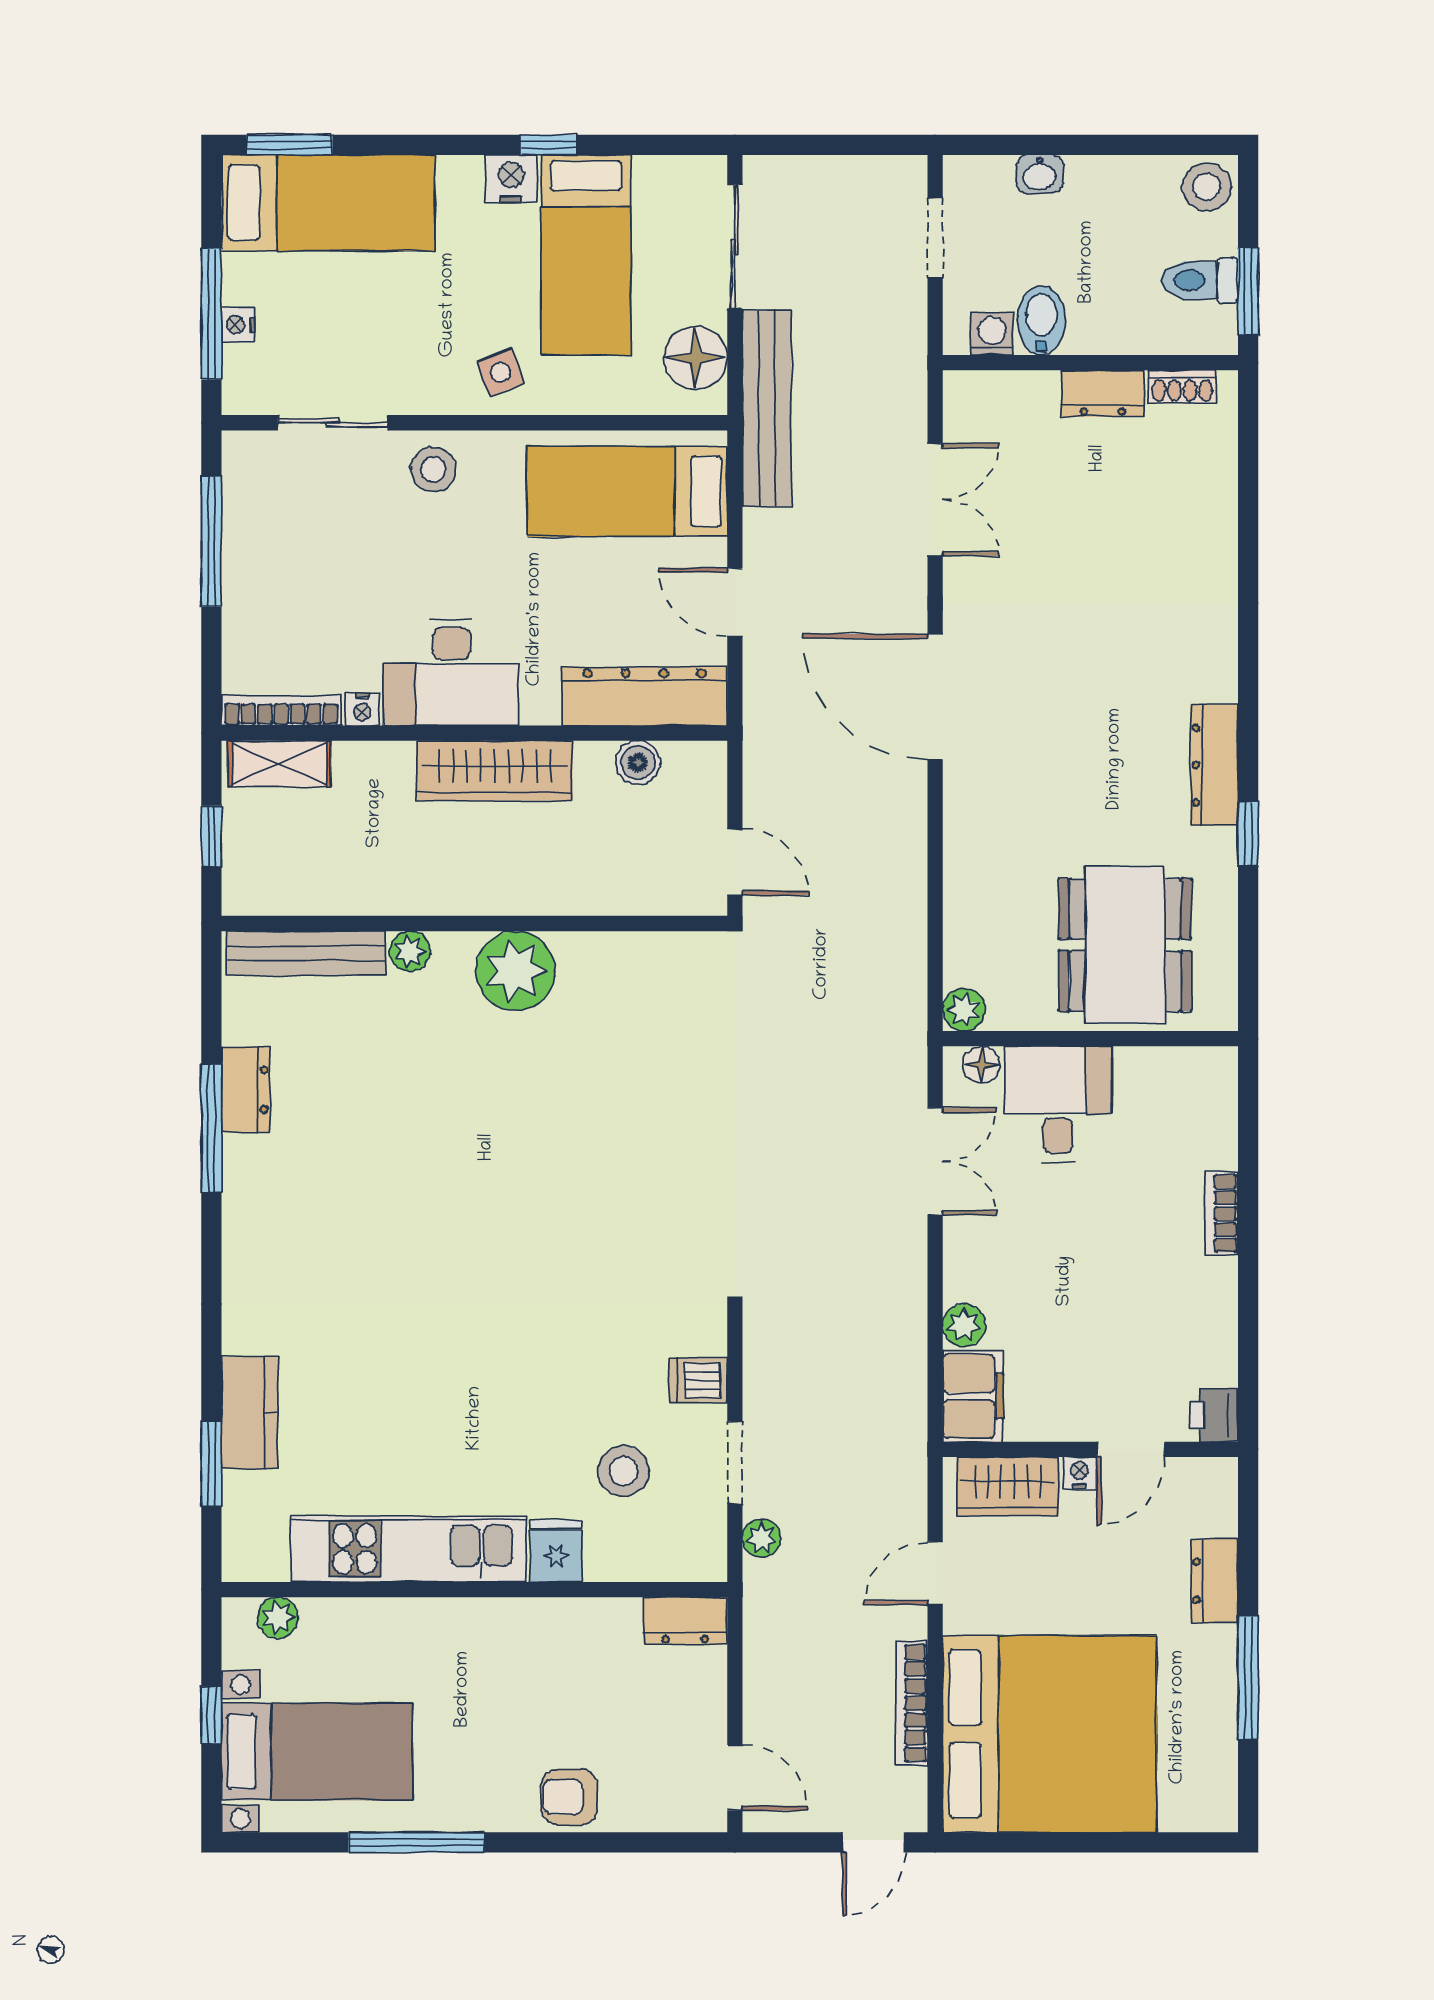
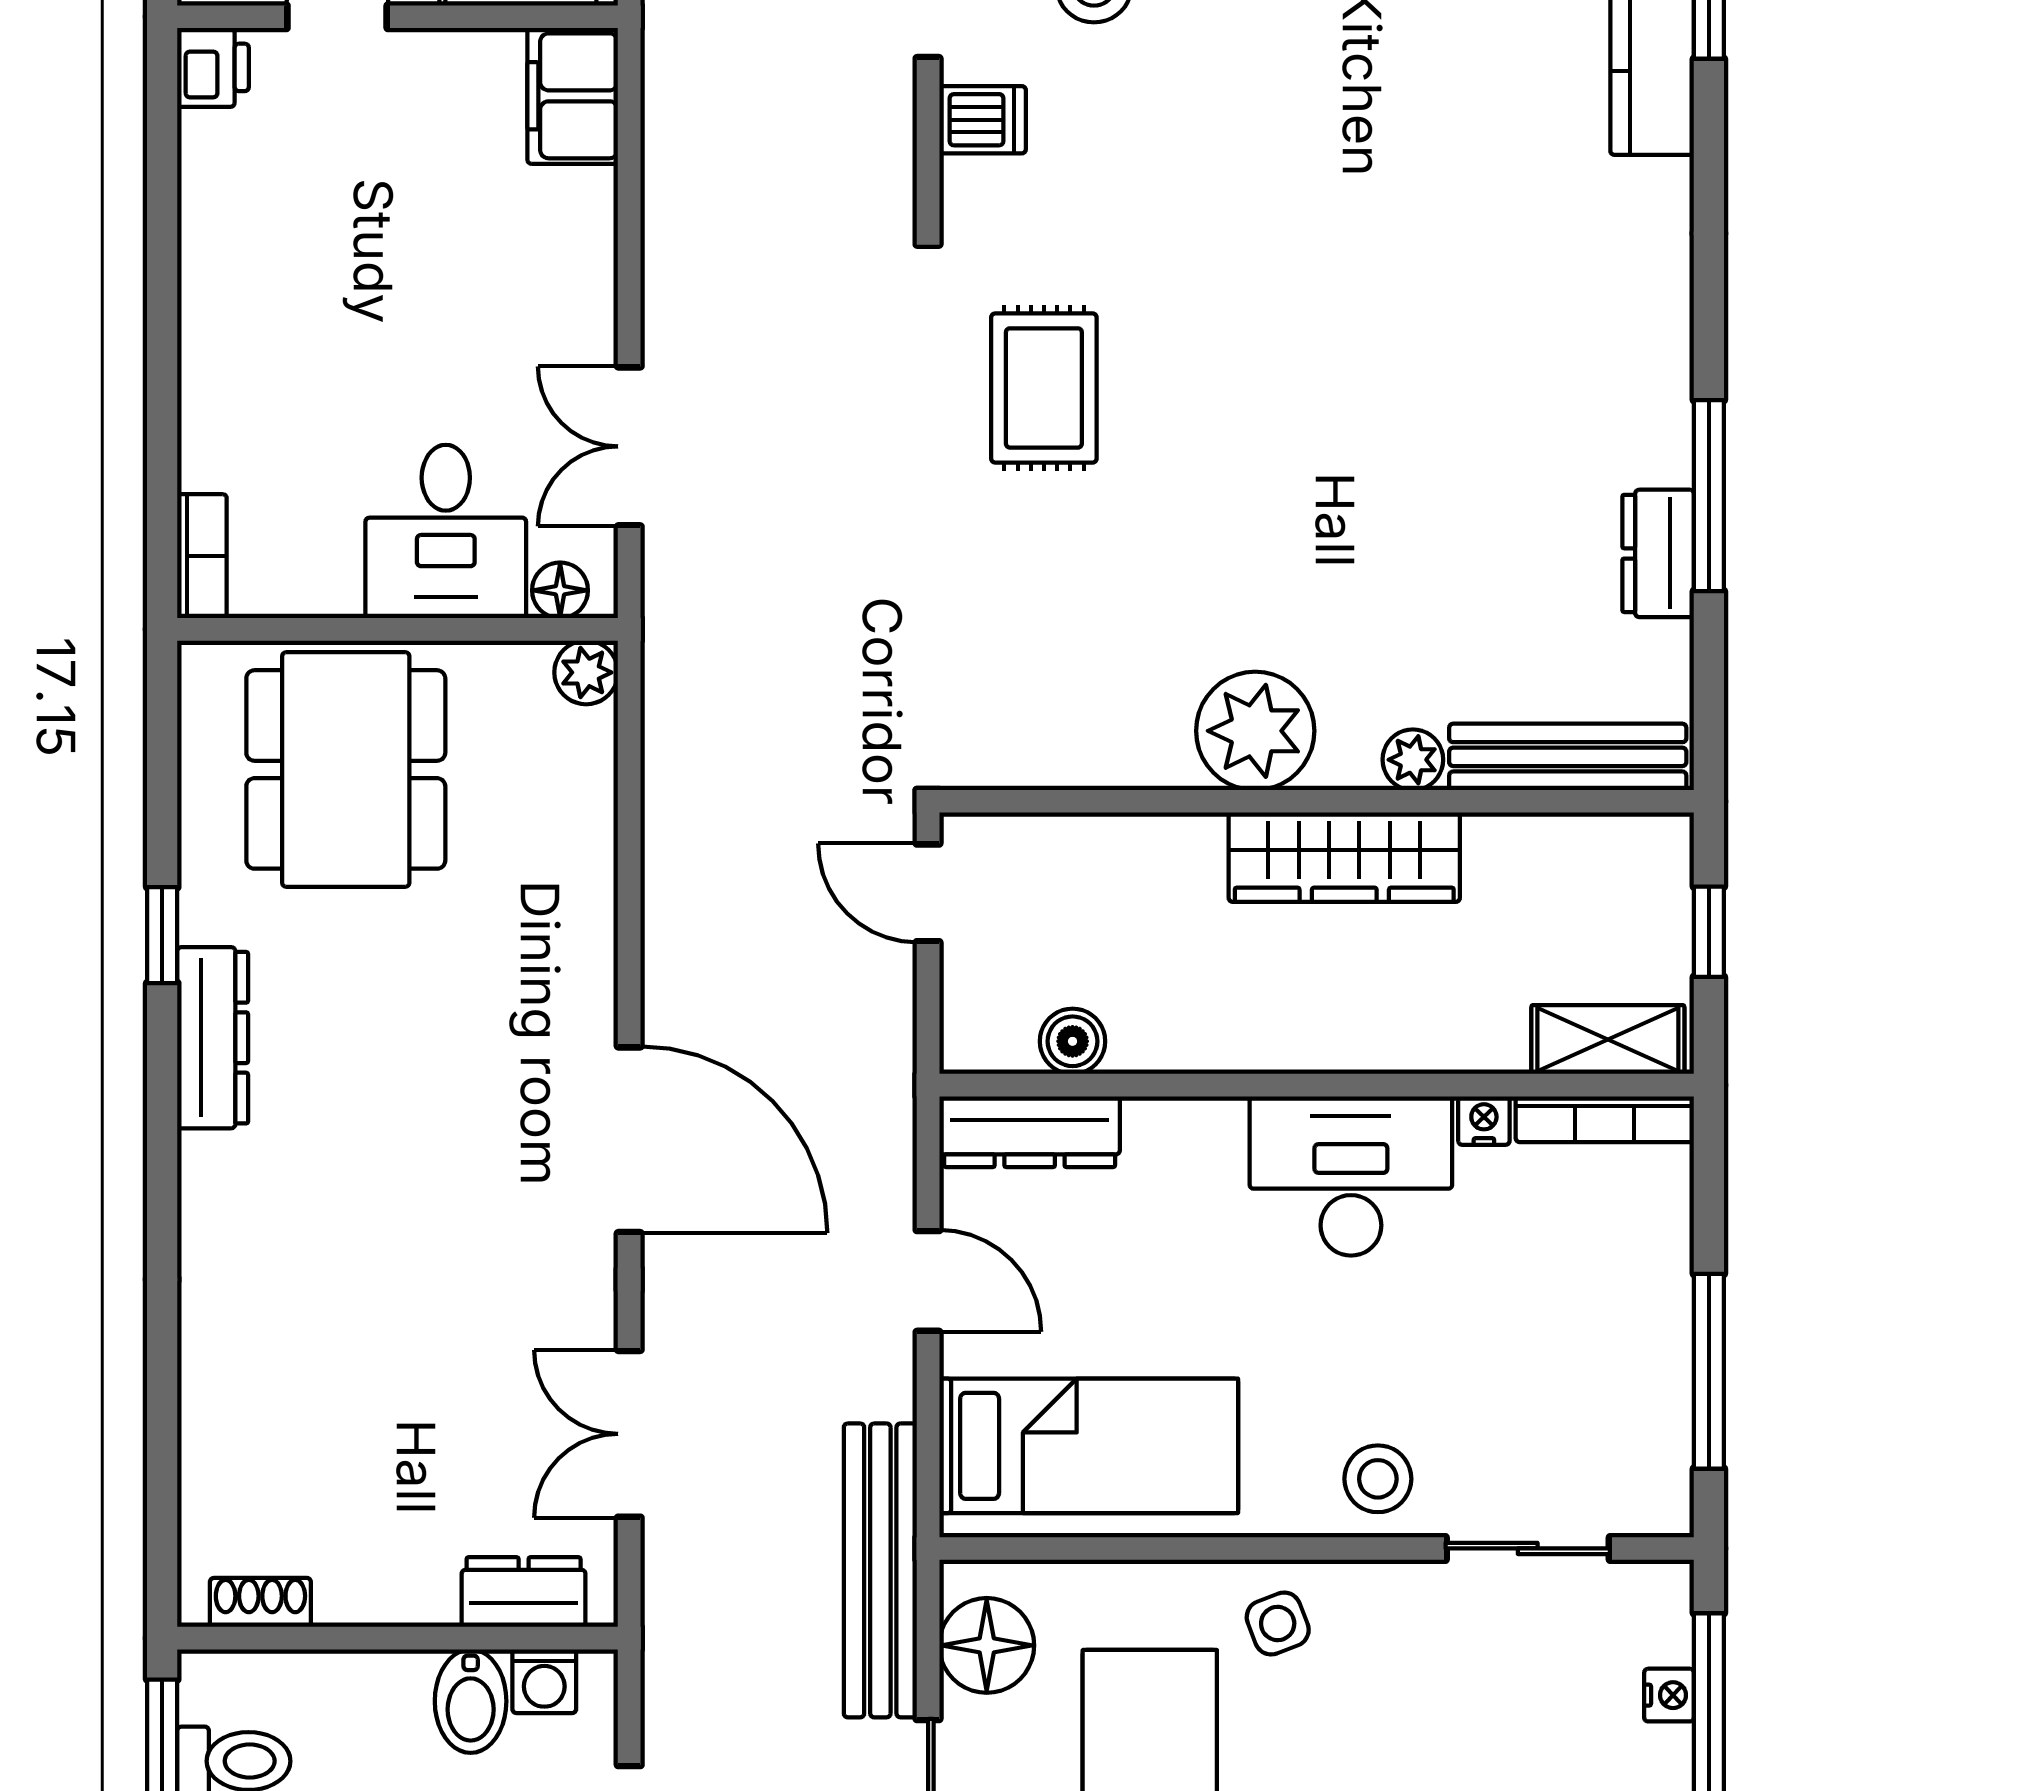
dresser: (1103, 394) -> (524, 1592), moved
dresser: (645, 696) -> (1030, 1132), width x0.73, depth x0.80
wardrobe: (495, 771) -> (1344, 857), moved, turned 180
rug: (657, 1200) -> (1044, 388), added
bookcase: (1221, 1214) -> (202, 556), moved
plant: (964, 1325) -> (586, 202), removed

